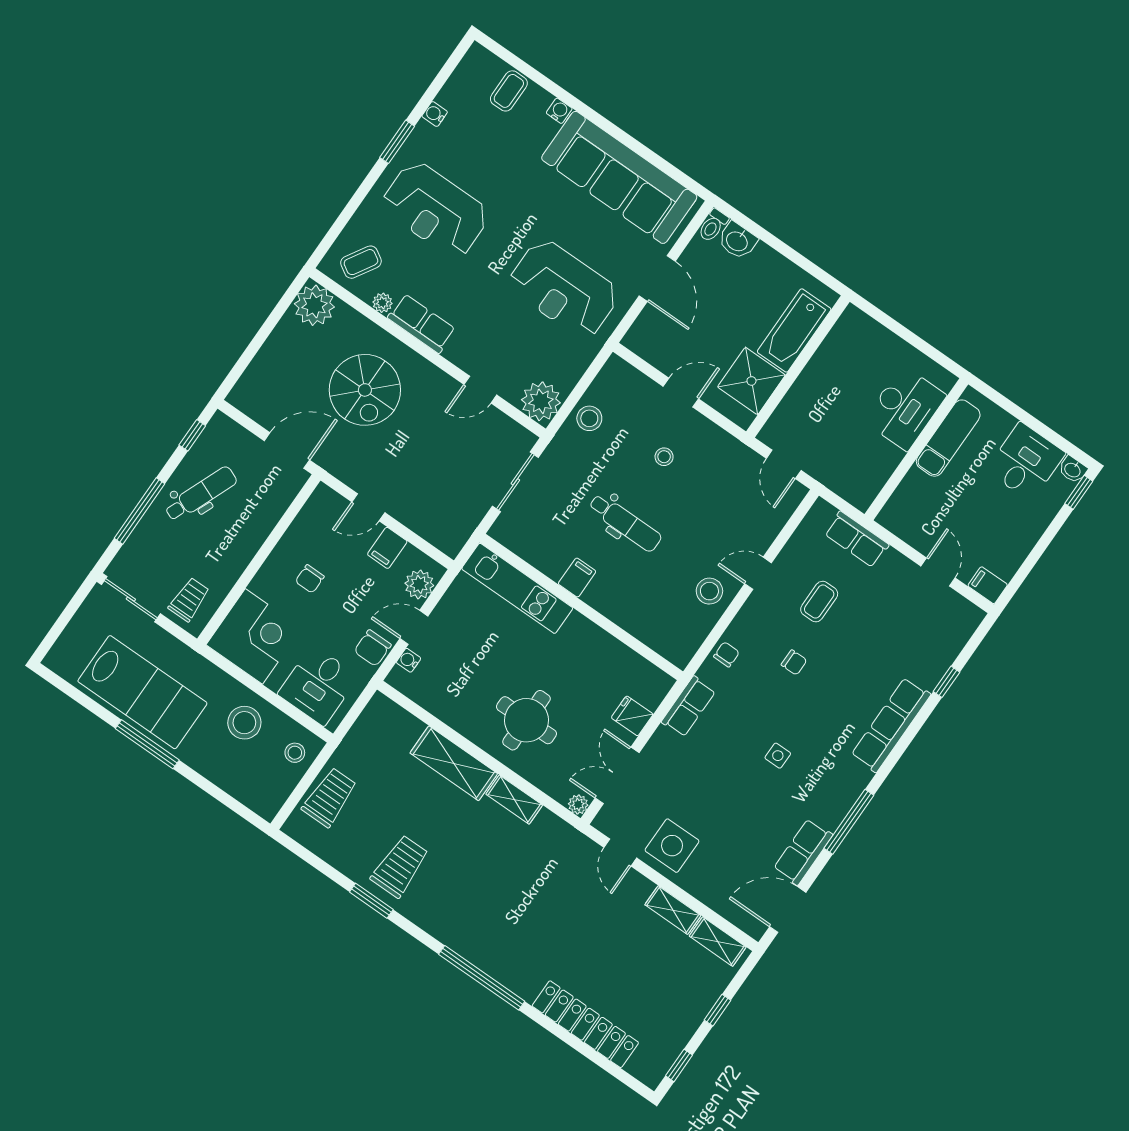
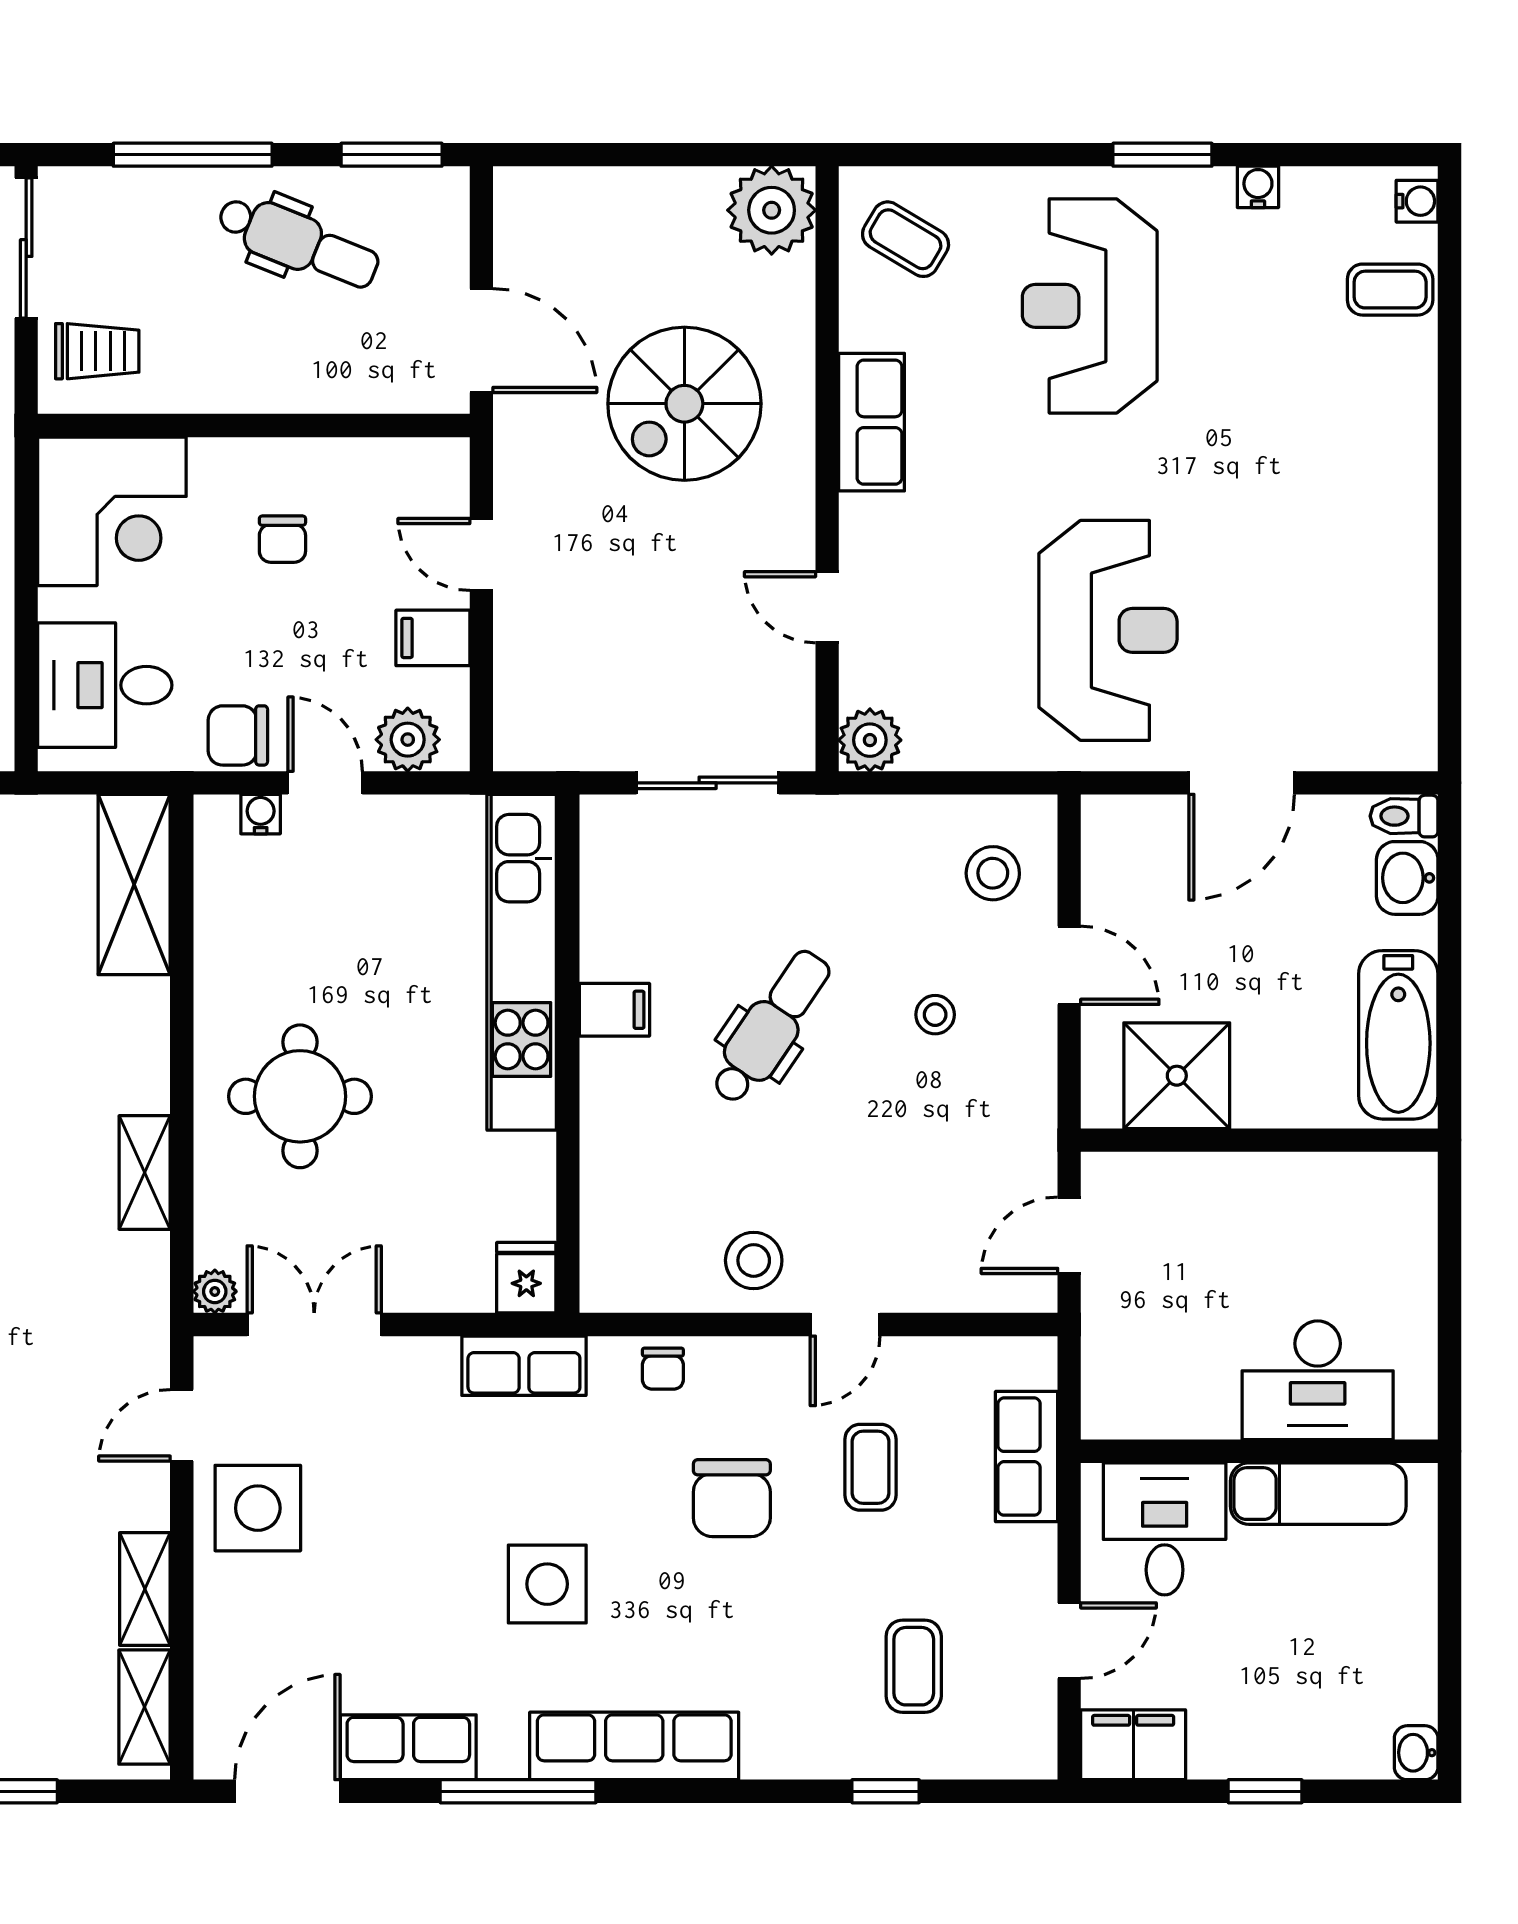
water cooler: (559, 111) -> (1417, 201), moved
sofa: (619, 177) -> (1373, 591), removed
reception desk: (564, 289) -> (1108, 630), turned 180
plant: (382, 303) -> (860, 327), removed
bathtub: (794, 330) -> (1398, 1035), moved, turned -90
plant: (541, 401) -> (870, 740), width x0.73, depth x0.73
stool: (589, 418) -> (993, 873), moved
window: (192, 435) -> (392, 155), width x1.50
desk: (1026, 462) -> (1165, 1529), moved, turned -90
window: (1079, 492) -> (1265, 1791), moved
dental chair: (625, 523) -> (771, 1027), turned -146
door: (758, 573) -> (845, 1324), swing flipped
chair: (310, 579) -> (282, 539), turned -90
filing cabinet: (988, 585) -> (1133, 1745), width x2.00
kitchen unit: (517, 588) -> (522, 962), width x1.36
coffee table: (819, 602) -> (870, 1467), turned 90
coffee table: (906, 638) -> (914, 1666), added
chair: (727, 654) -> (663, 1369), turned 90
chair: (794, 663) -> (732, 1498), width x1.87, depth x1.87
fridge: (632, 716) -> (526, 1278), moved
row of seats: (891, 725) -> (634, 1746), moved
side table: (778, 756) -> (547, 1584), width x1.87, depth x1.87
shelving: (454, 763) -> (134, 885), moved
door: (788, 910) -> (287, 1791), hinge flipped

